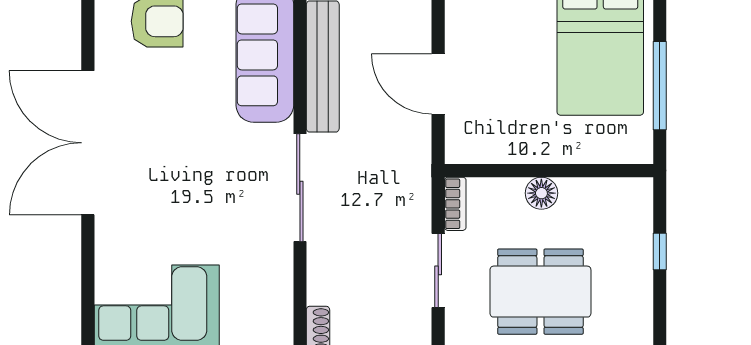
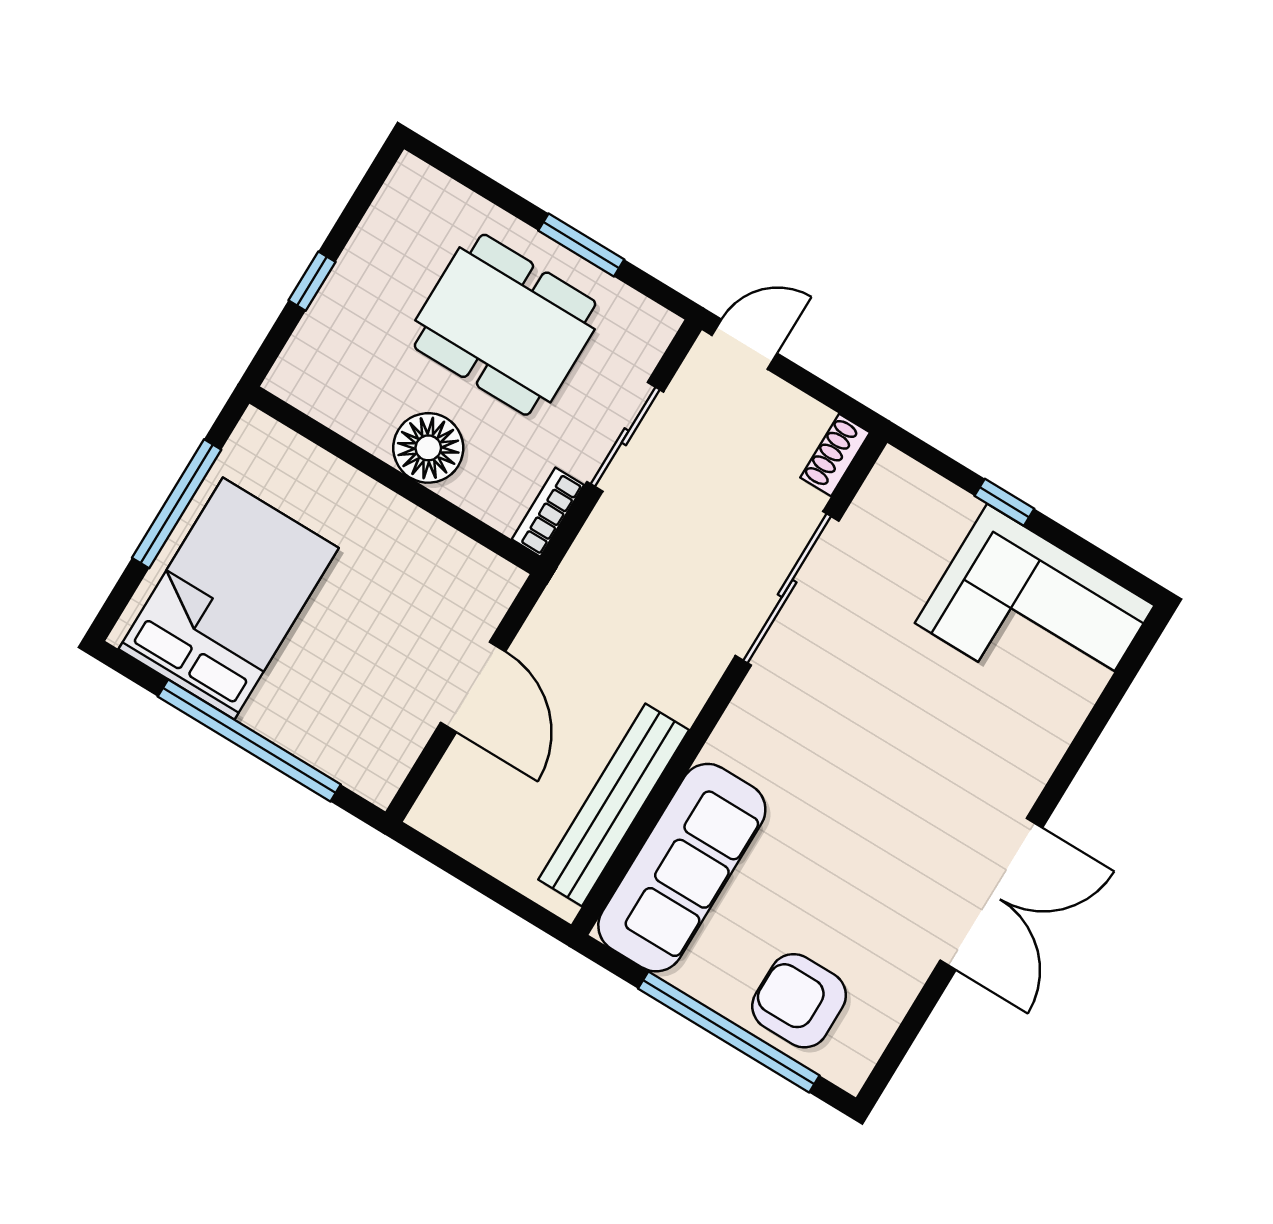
double door: (88, 143) -> (991, 894), width x0.73
sliding door: (300, 188) -> (787, 588), moved
floor lamp: (541, 193) -> (428, 448), width x1.38, depth x1.38

